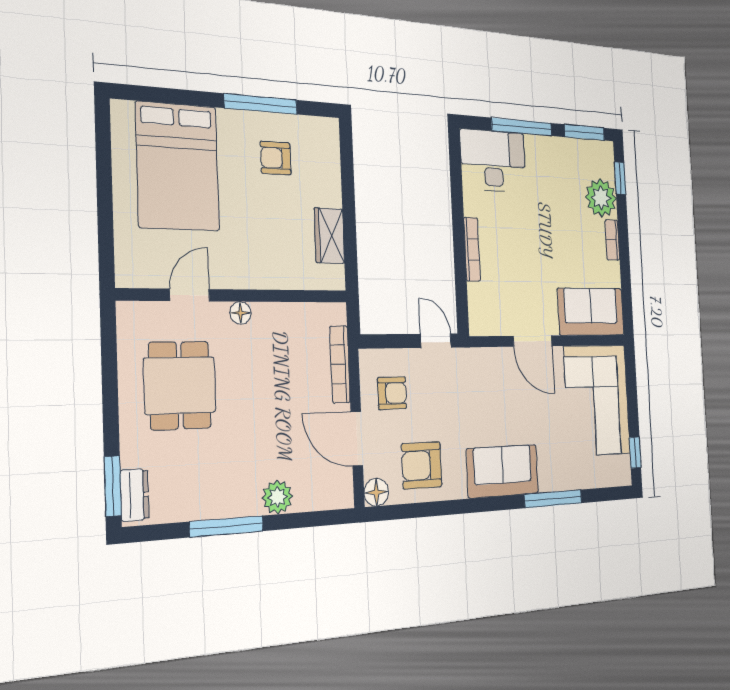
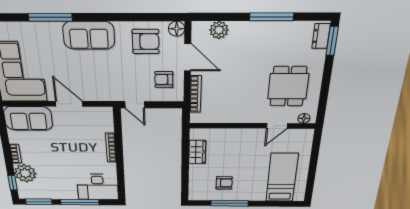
bed: (178, 167) -> (282, 178), width x0.67
floor lamp: (240, 313) -> (304, 118), moved
plant: (277, 497) -> (219, 30), moved

